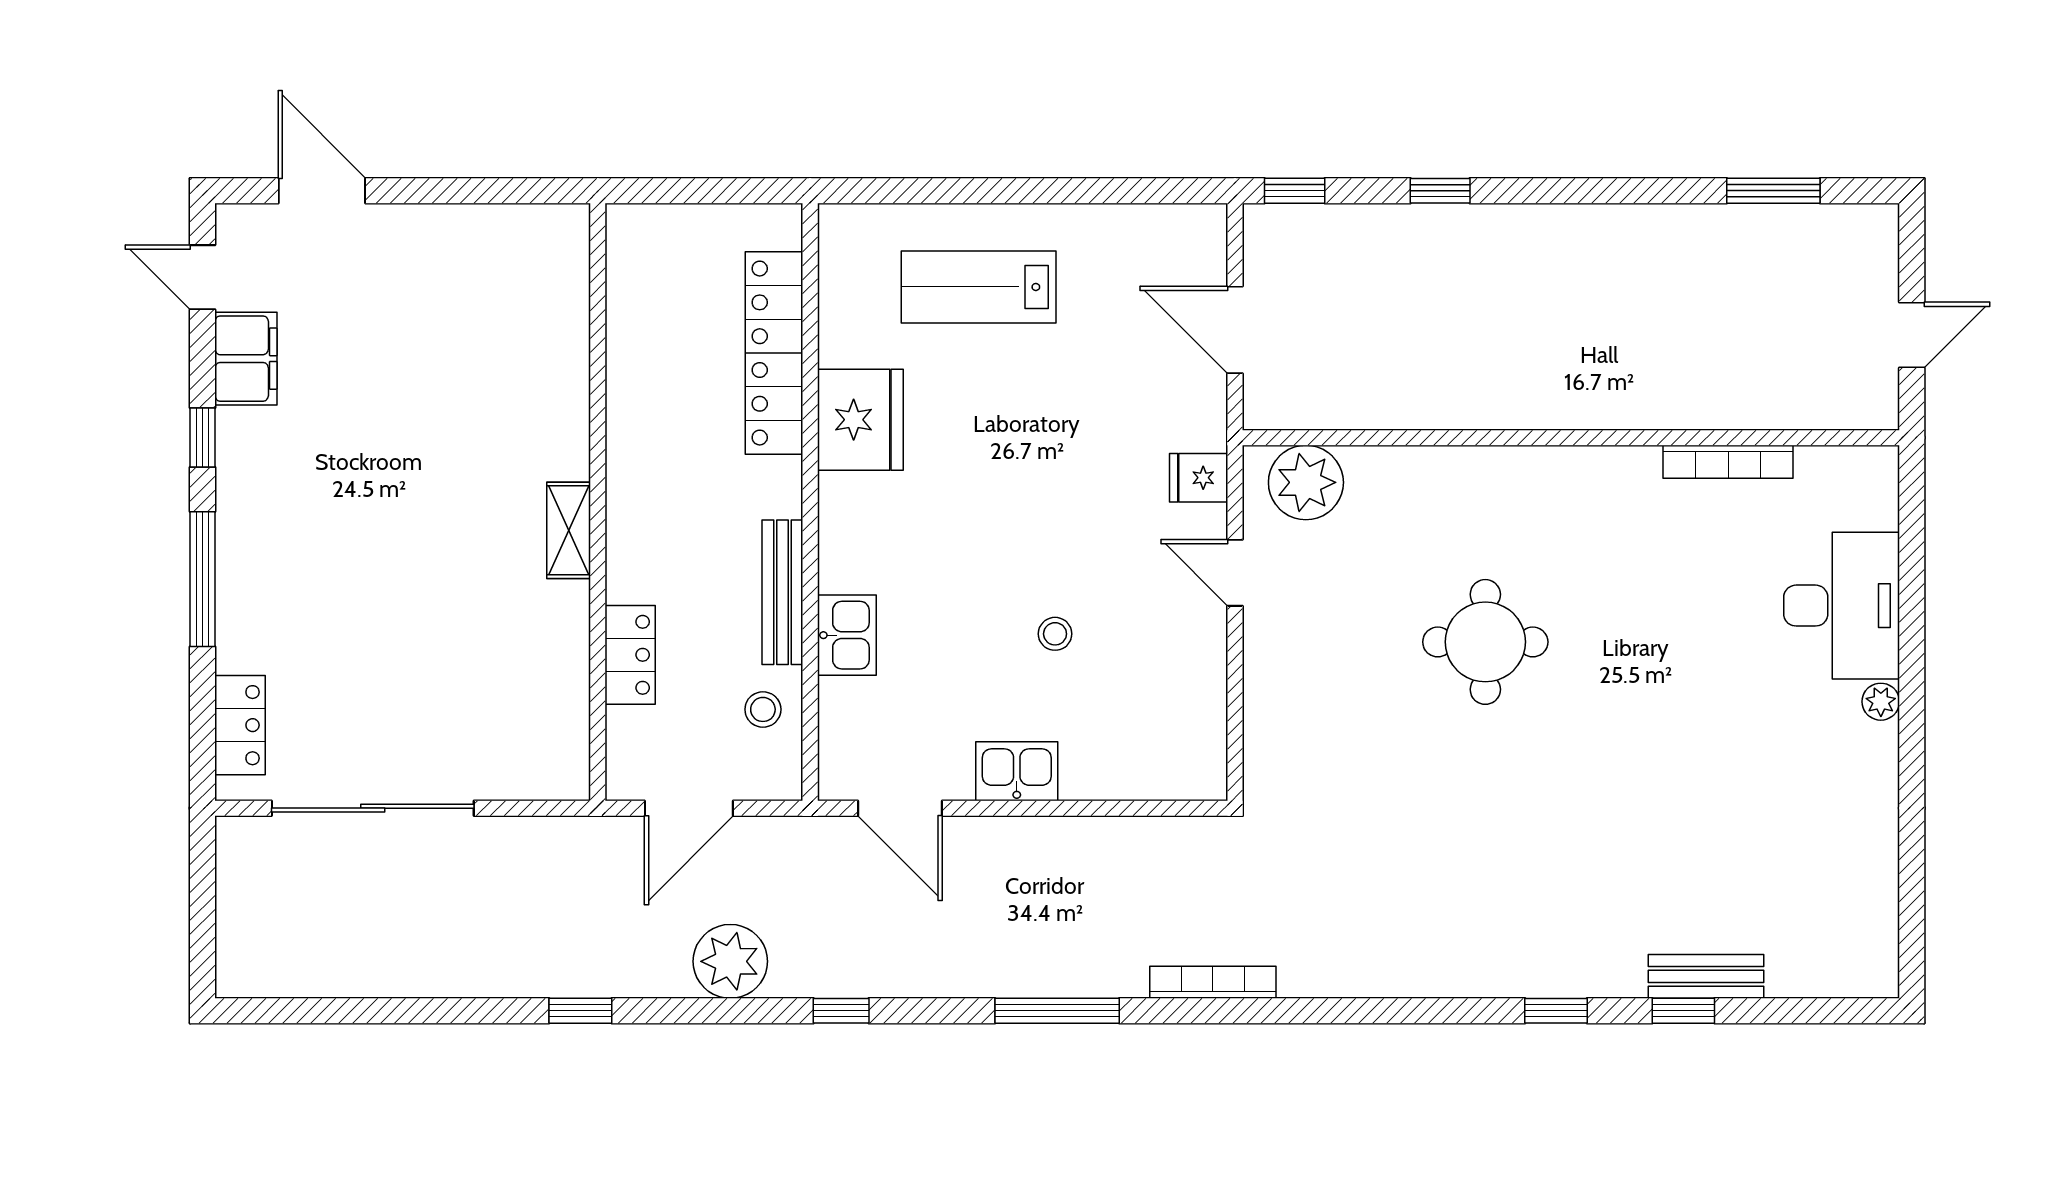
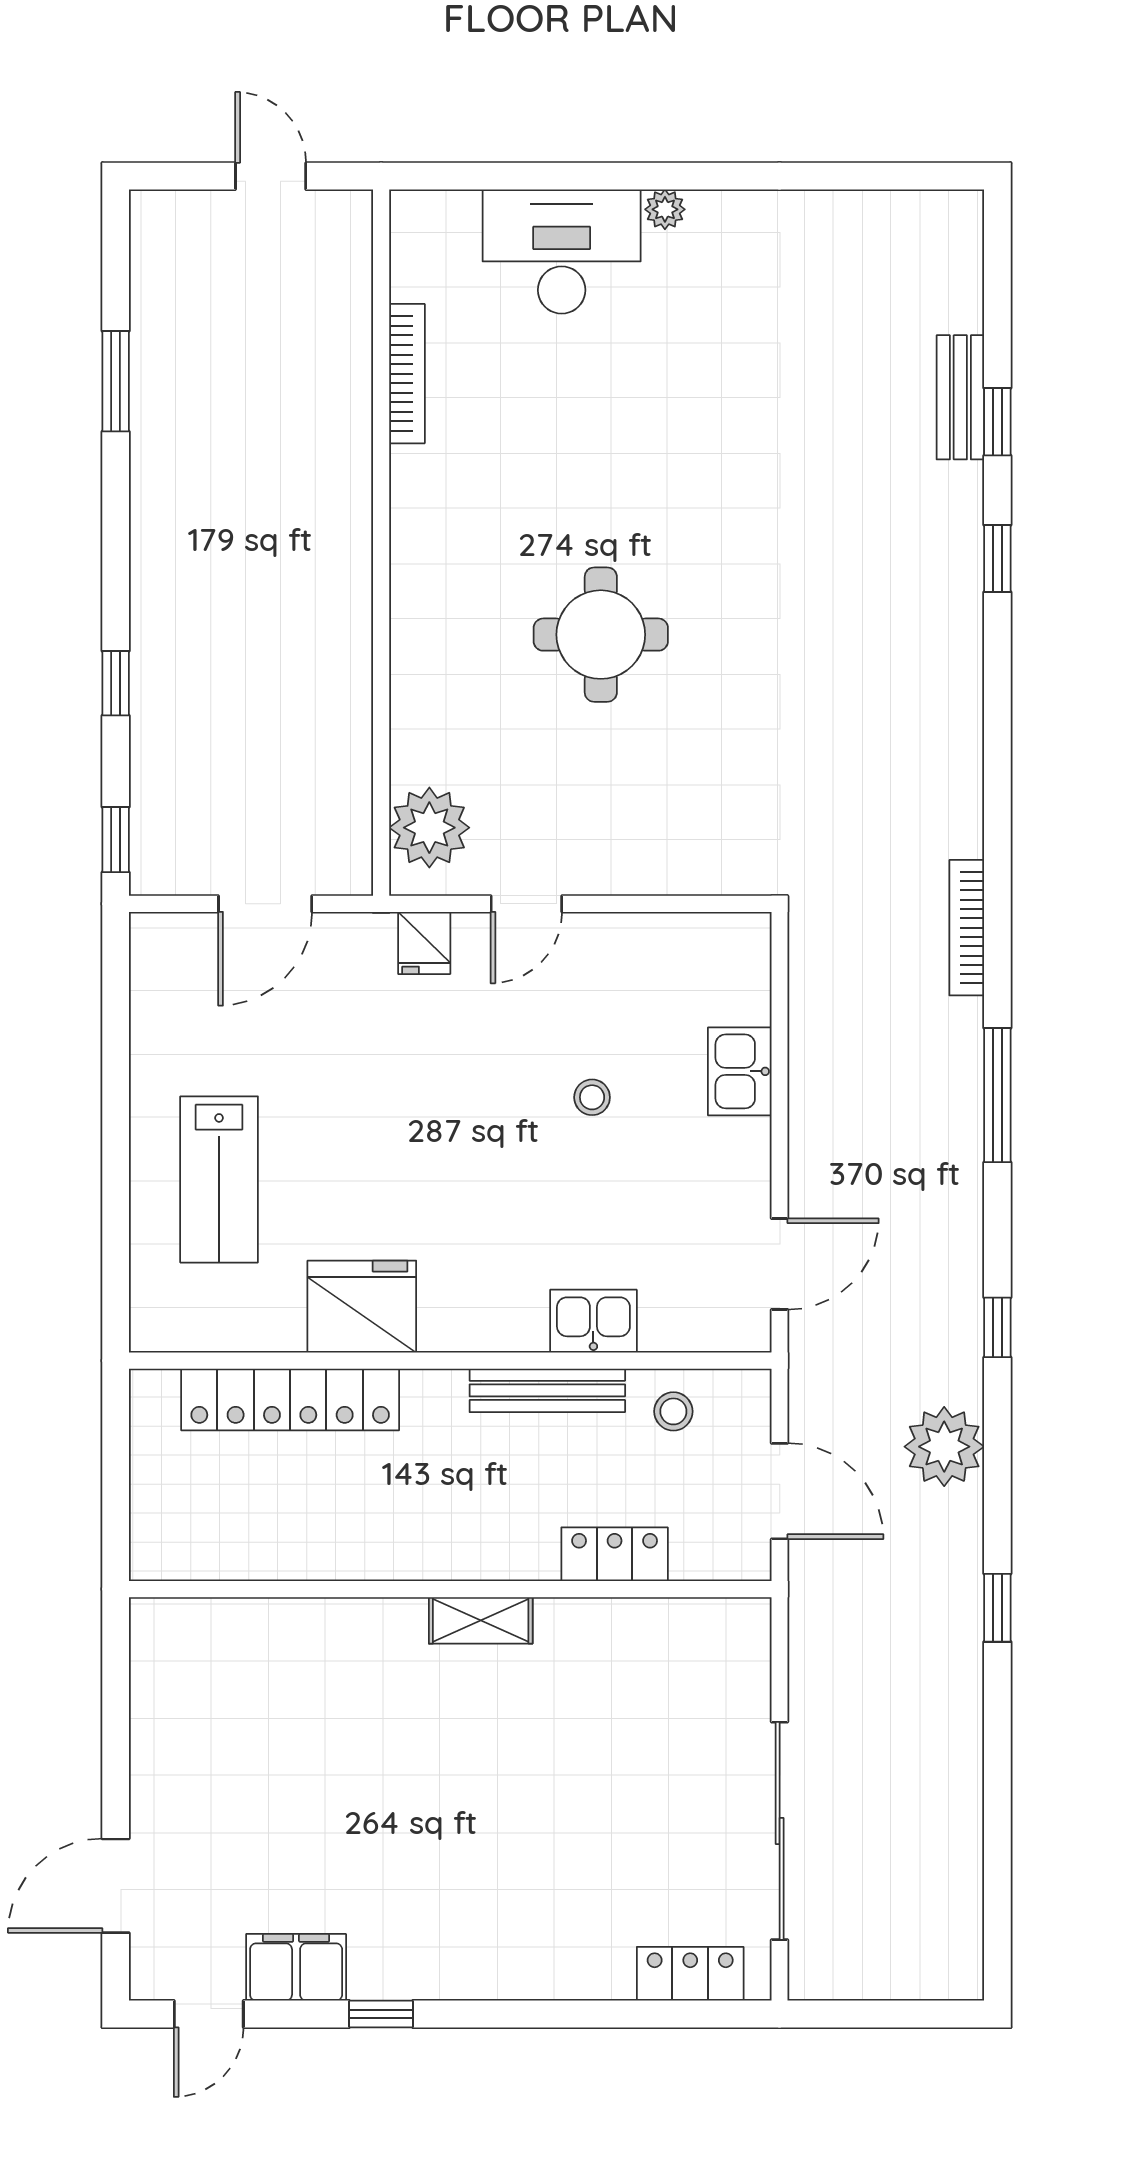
window: (1773, 191) -> (116, 381), moved
window: (203, 579) -> (533, 2014), removed
kitchen sink: (1017, 771) -> (740, 1071), moved

